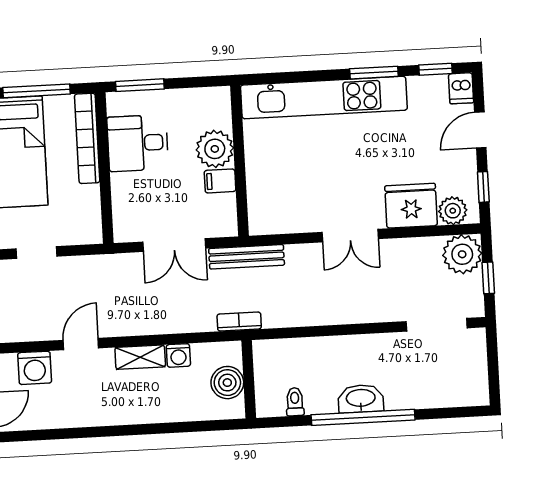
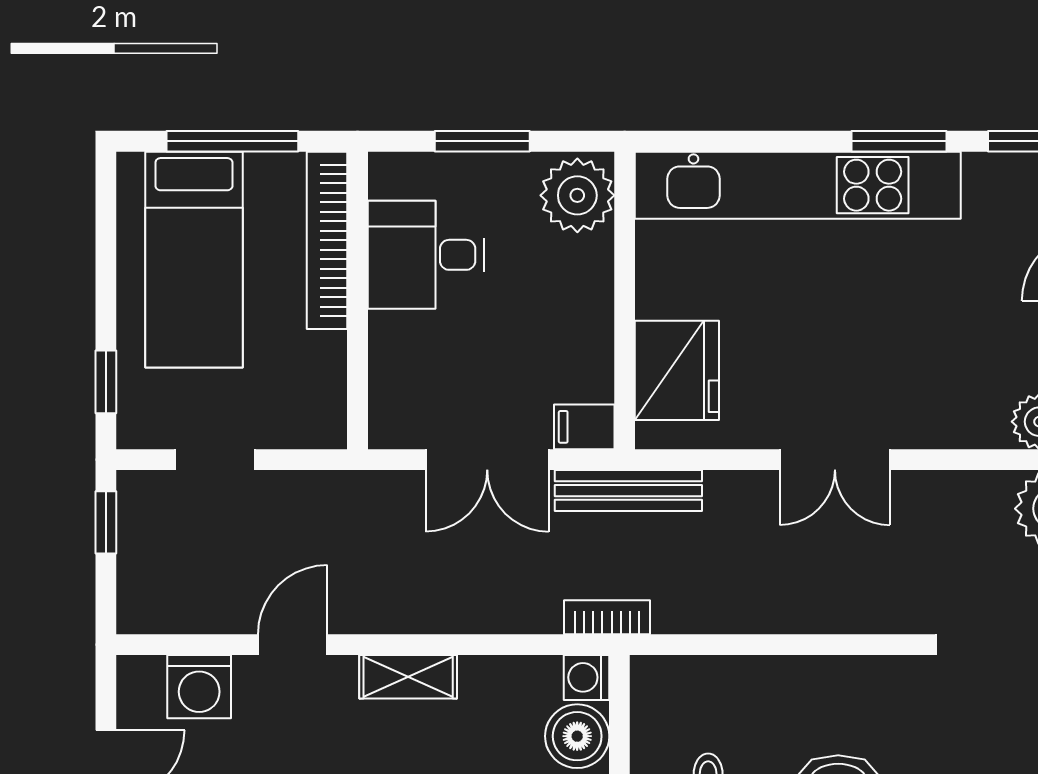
window: (140, 85) -> (482, 141), moved
plant: (215, 149) -> (577, 195), moved
filing cabinet: (220, 181) -> (584, 427), moved
fridge: (411, 206) -> (677, 370), moved, turned 90
washing machine: (178, 355) -> (587, 677), moved, turned 90

